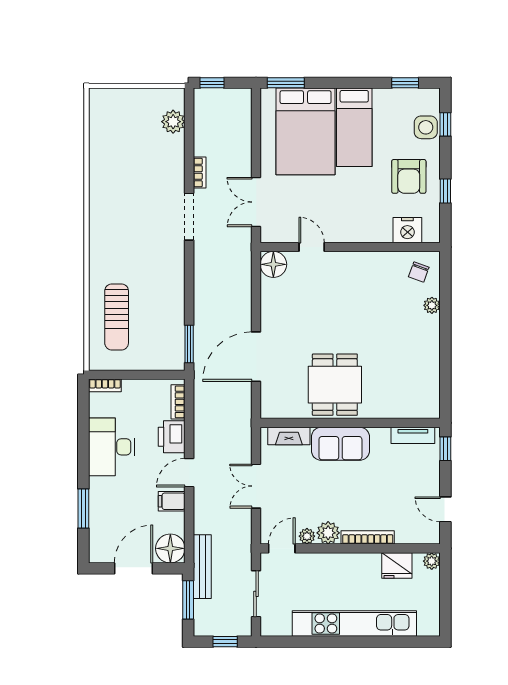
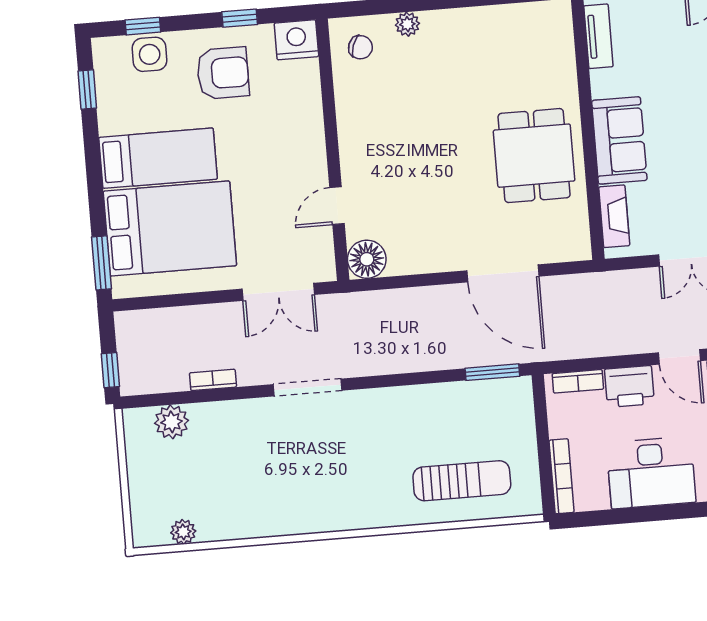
plant: (97, 124) -> (183, 532), added
bookcase: (200, 173) -> (213, 380), moved
nightstand: (407, 230) -> (296, 40), moved, turned -90
bookcase: (105, 385) -> (562, 476), width x1.56
dining table: (335, 385) -> (534, 156), turned 90

